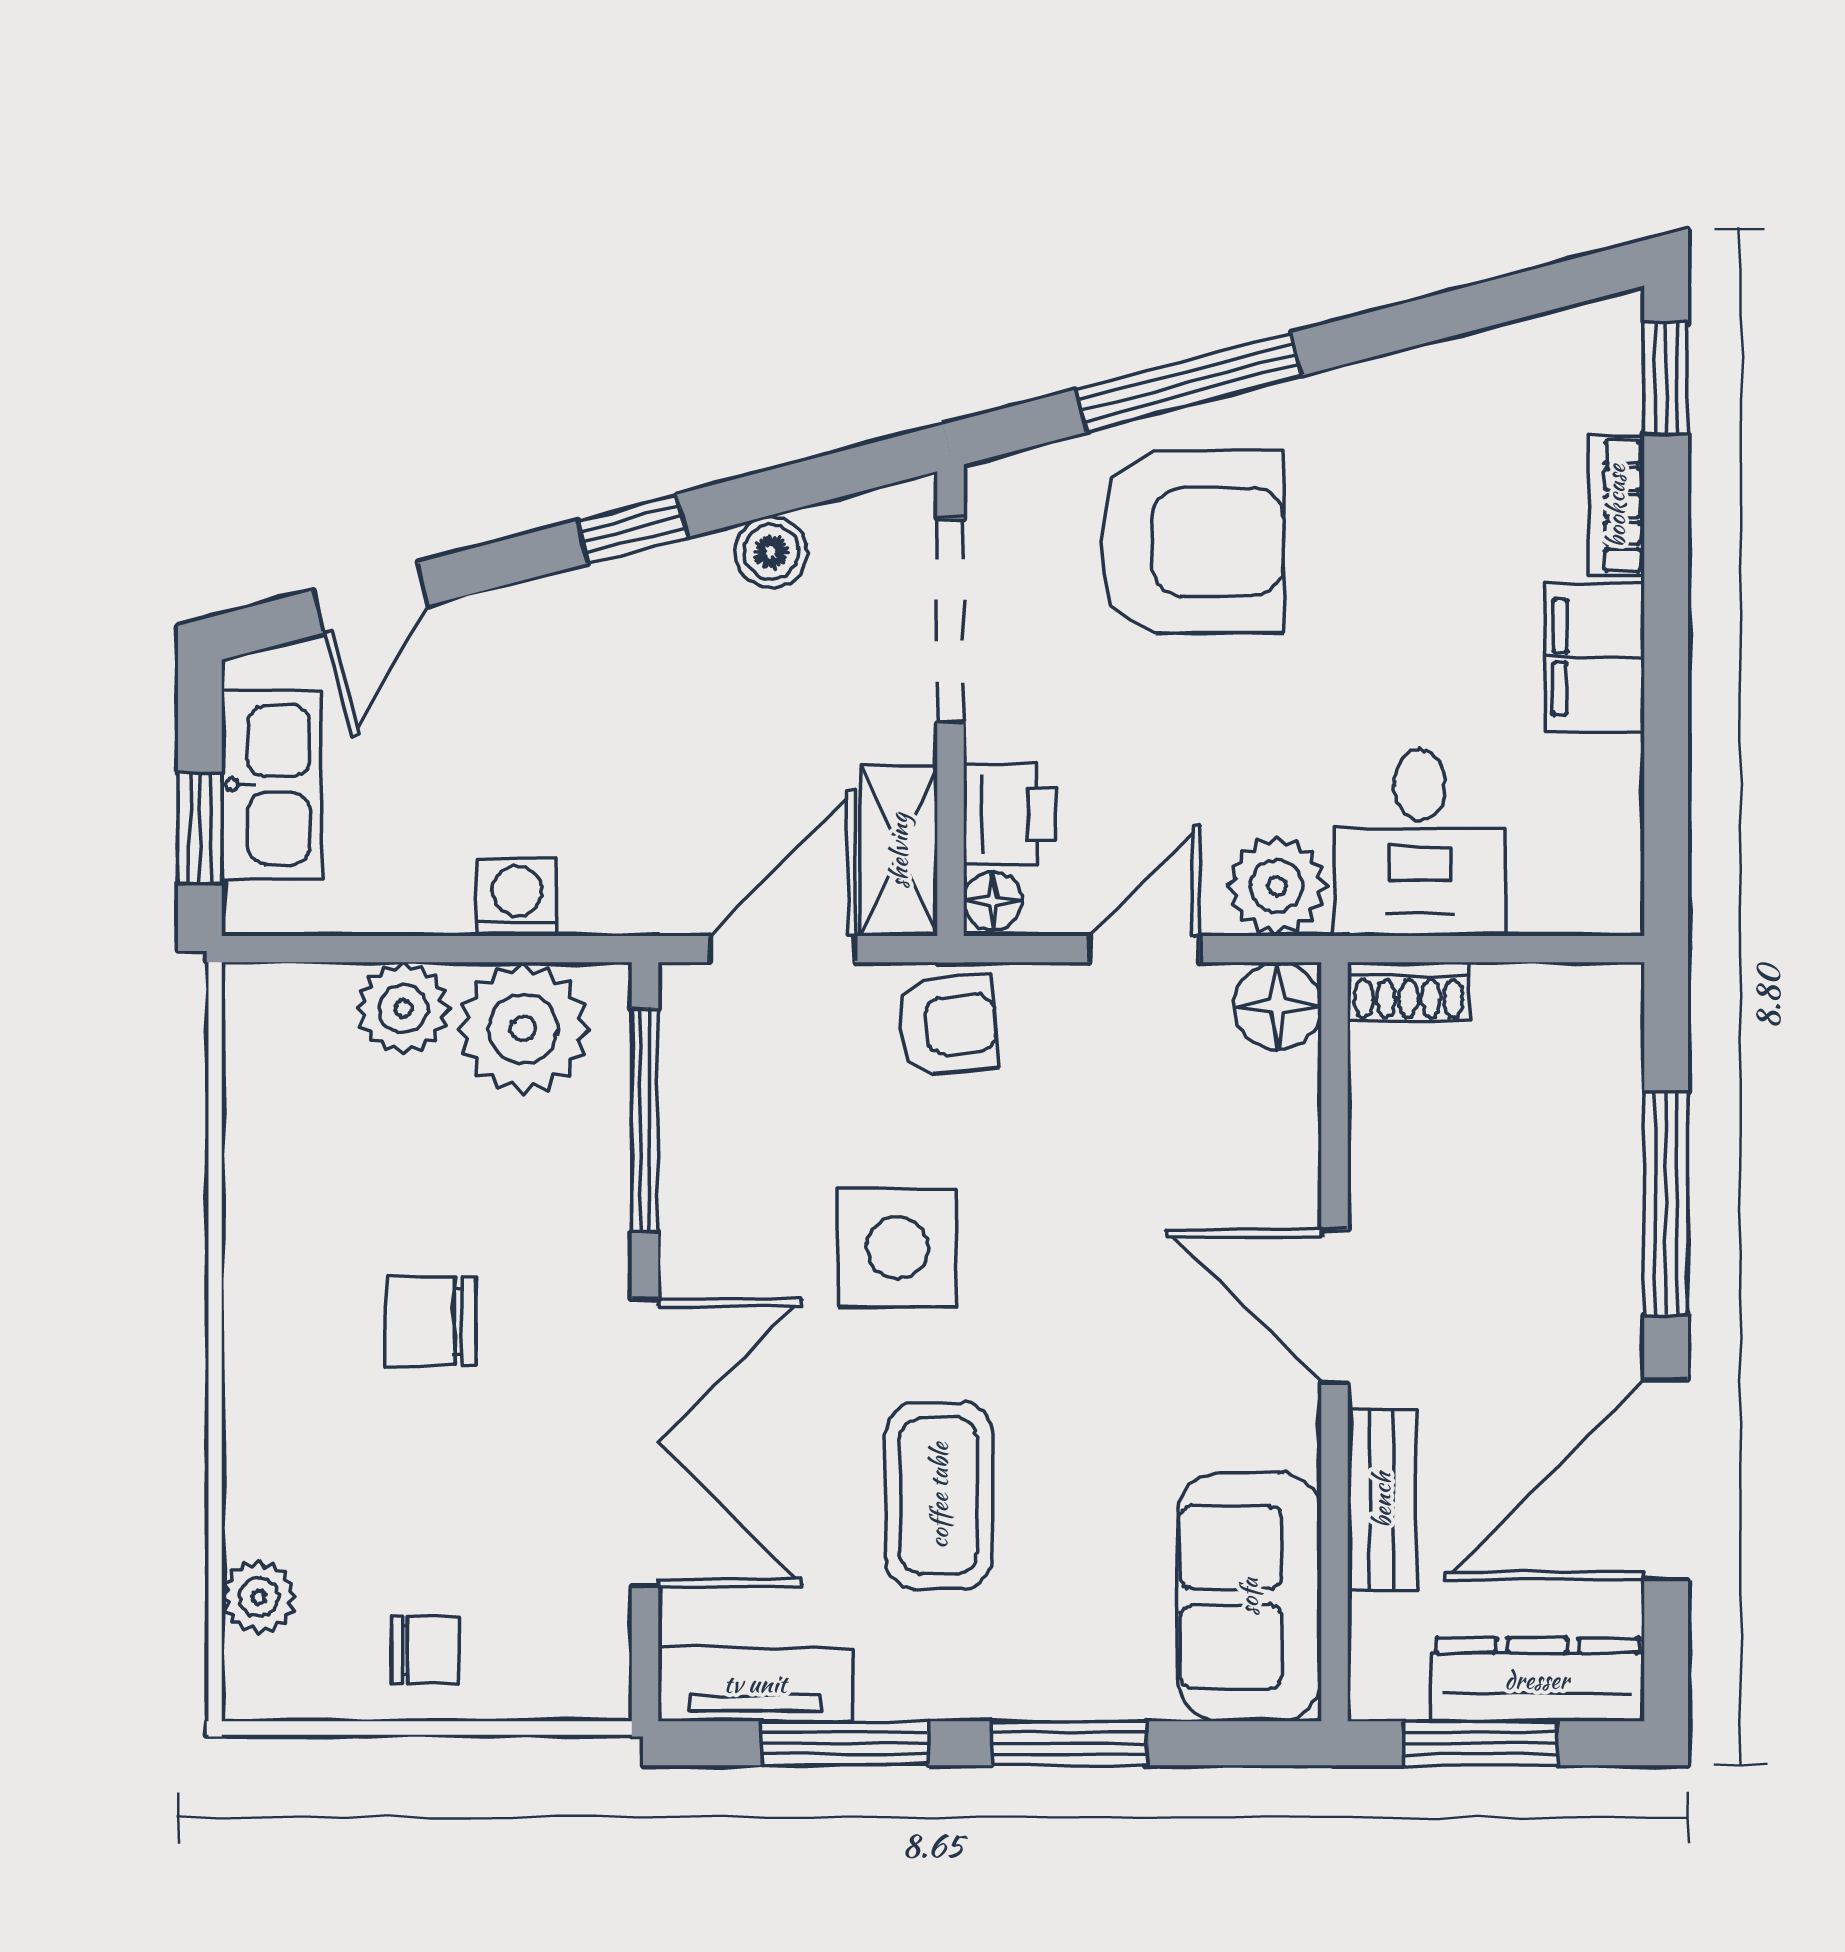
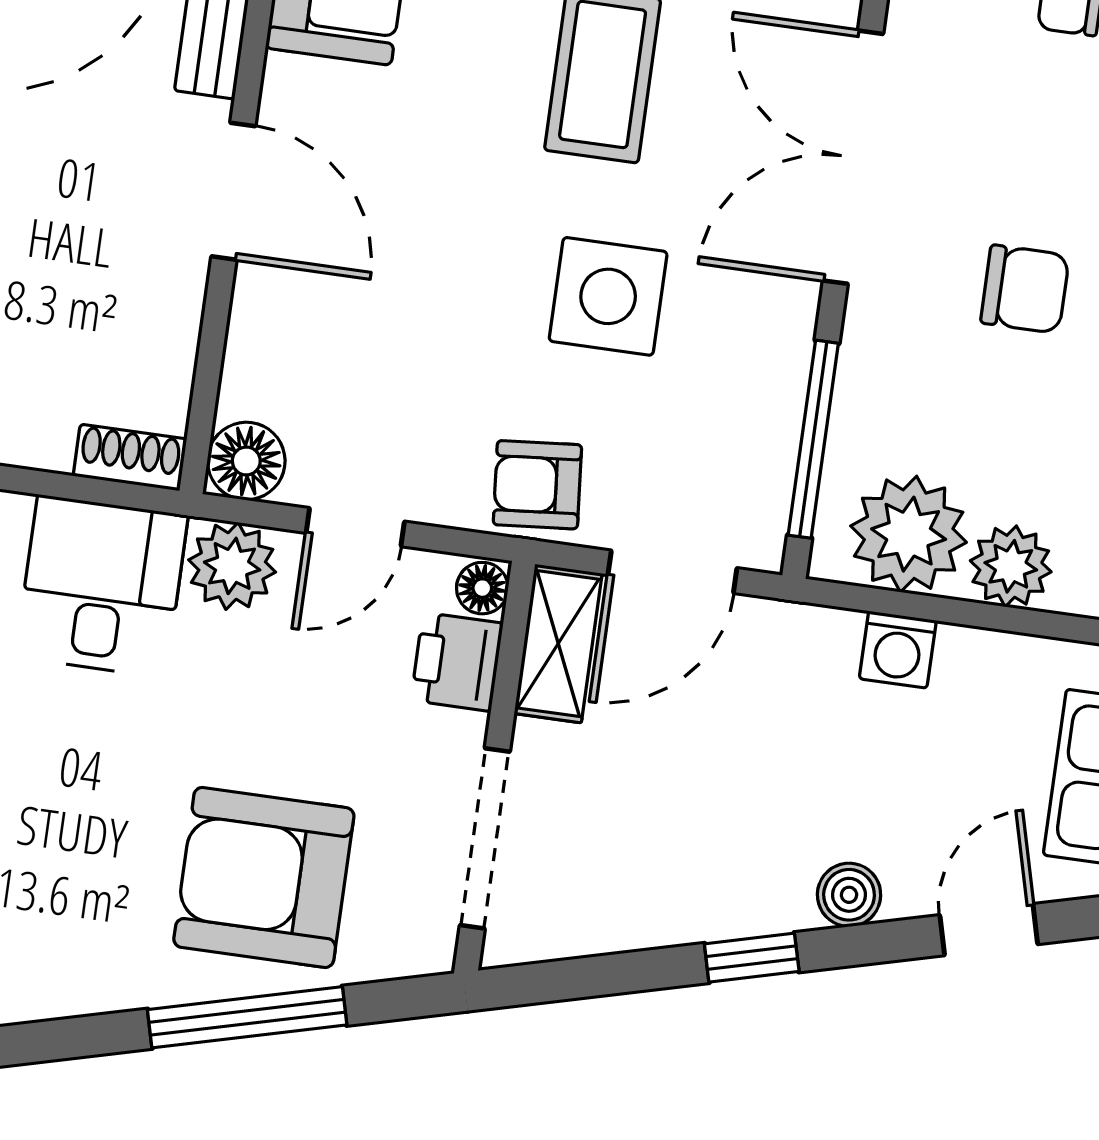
boiler: (771, 552) -> (849, 895), moved

